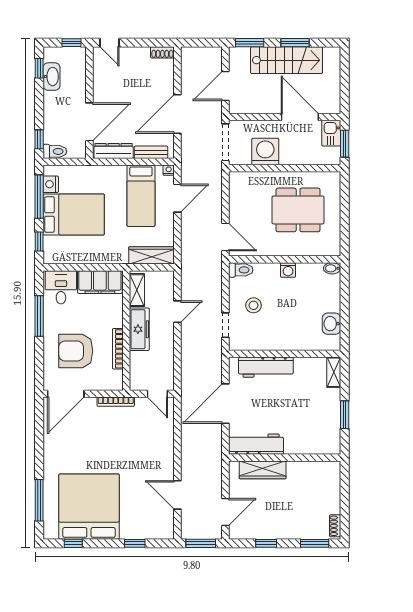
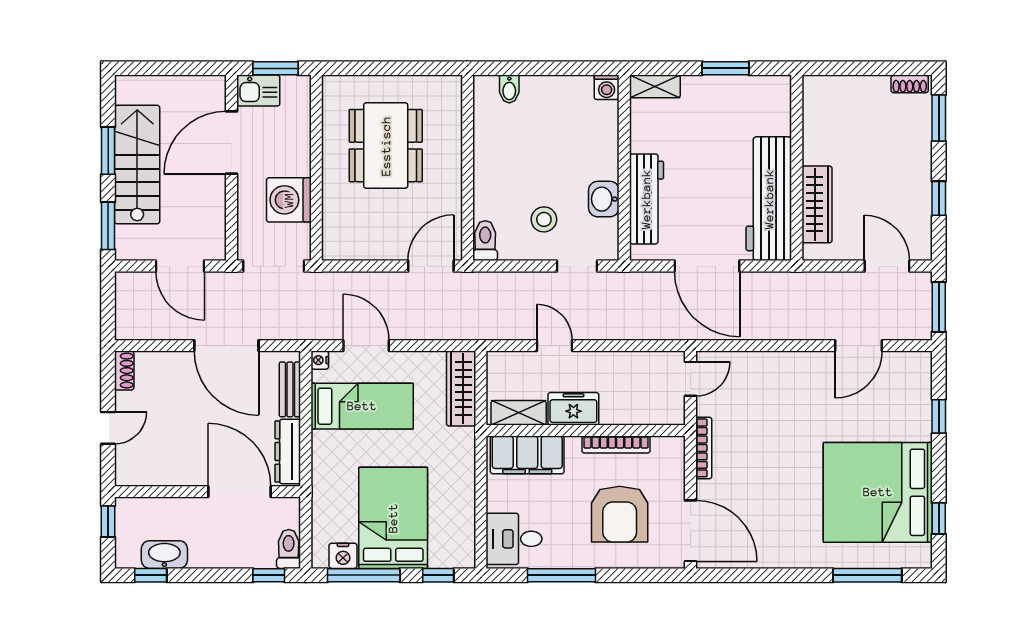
door: (110, 43) -> (108, 428), moved
bidet: (332, 268) -> (509, 89), moved
washing machine: (288, 270) -> (607, 87), moved, turned 90
filing cabinet: (100, 282) -> (527, 455), moved, turned 90
washbasin: (331, 324) -> (604, 199), moved, turned 90
freezer: (139, 329) -> (573, 409), width x0.71
workbench: (256, 444) -> (769, 199), width x1.36, depth x1.32

